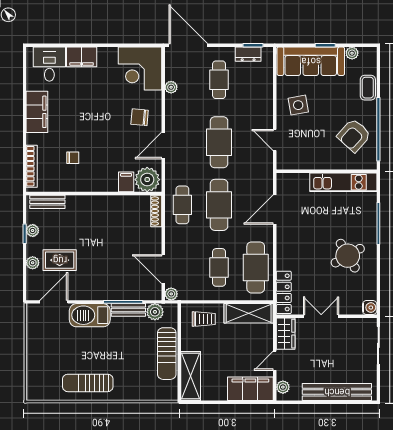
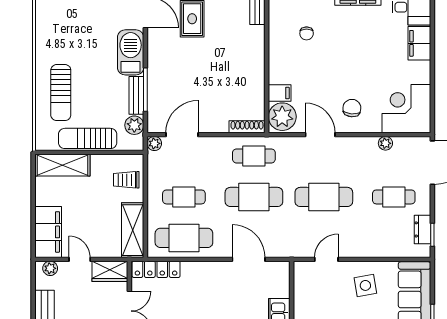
trolley: (204, 319) -> (126, 180), turned 90
sun lounger: (88, 383) -> (61, 93), moved, turned 180

